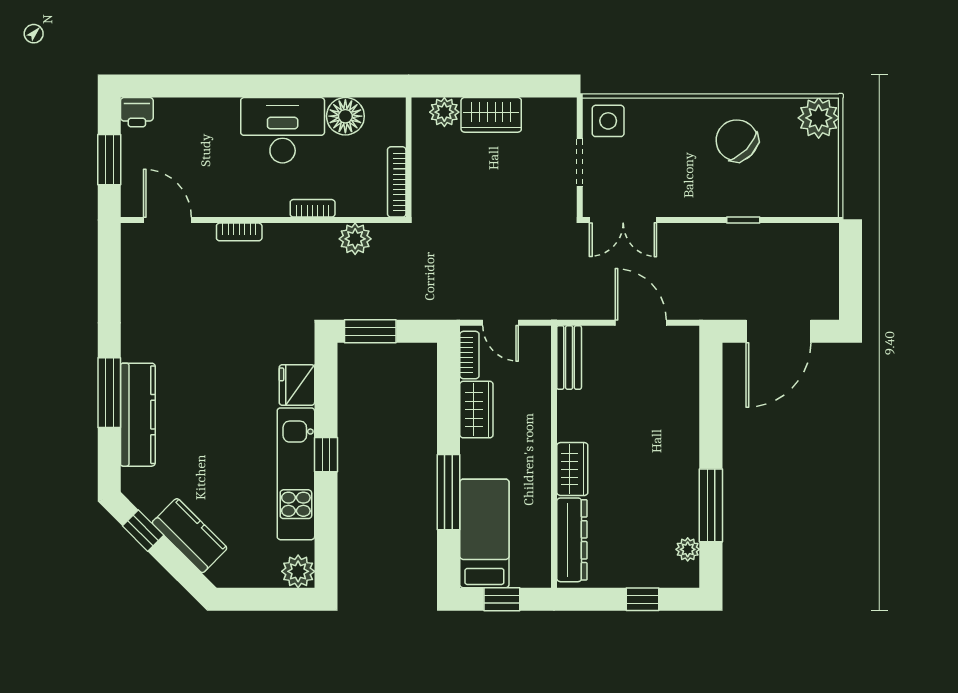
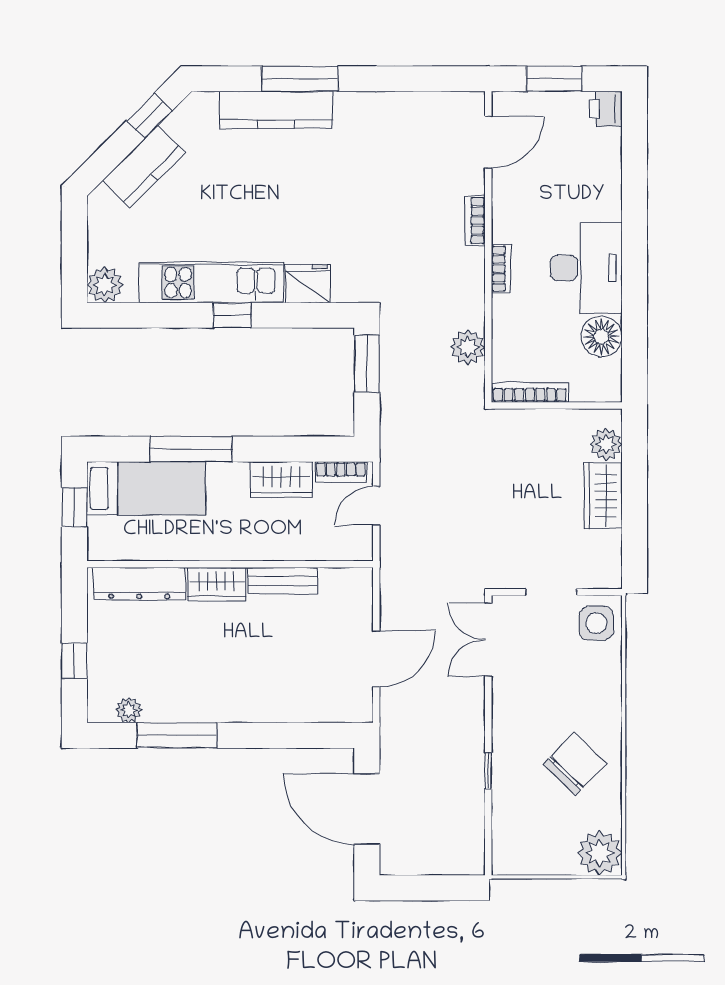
bookcase: (313, 208) -> (501, 269), moved
bench: (569, 357) -> (283, 581), moved

